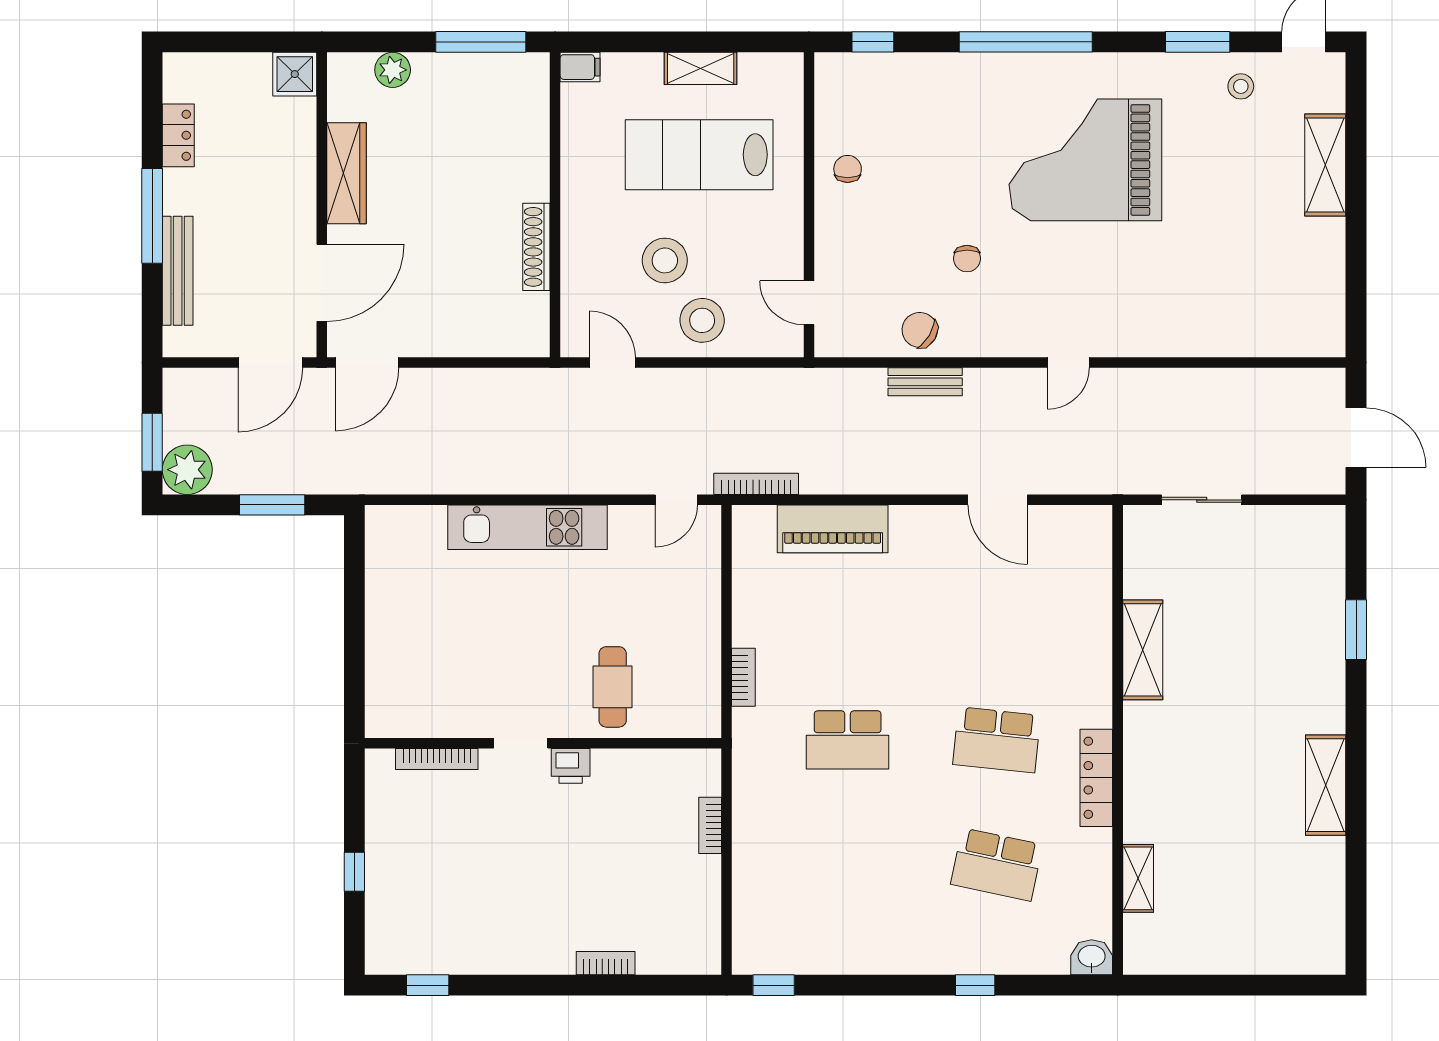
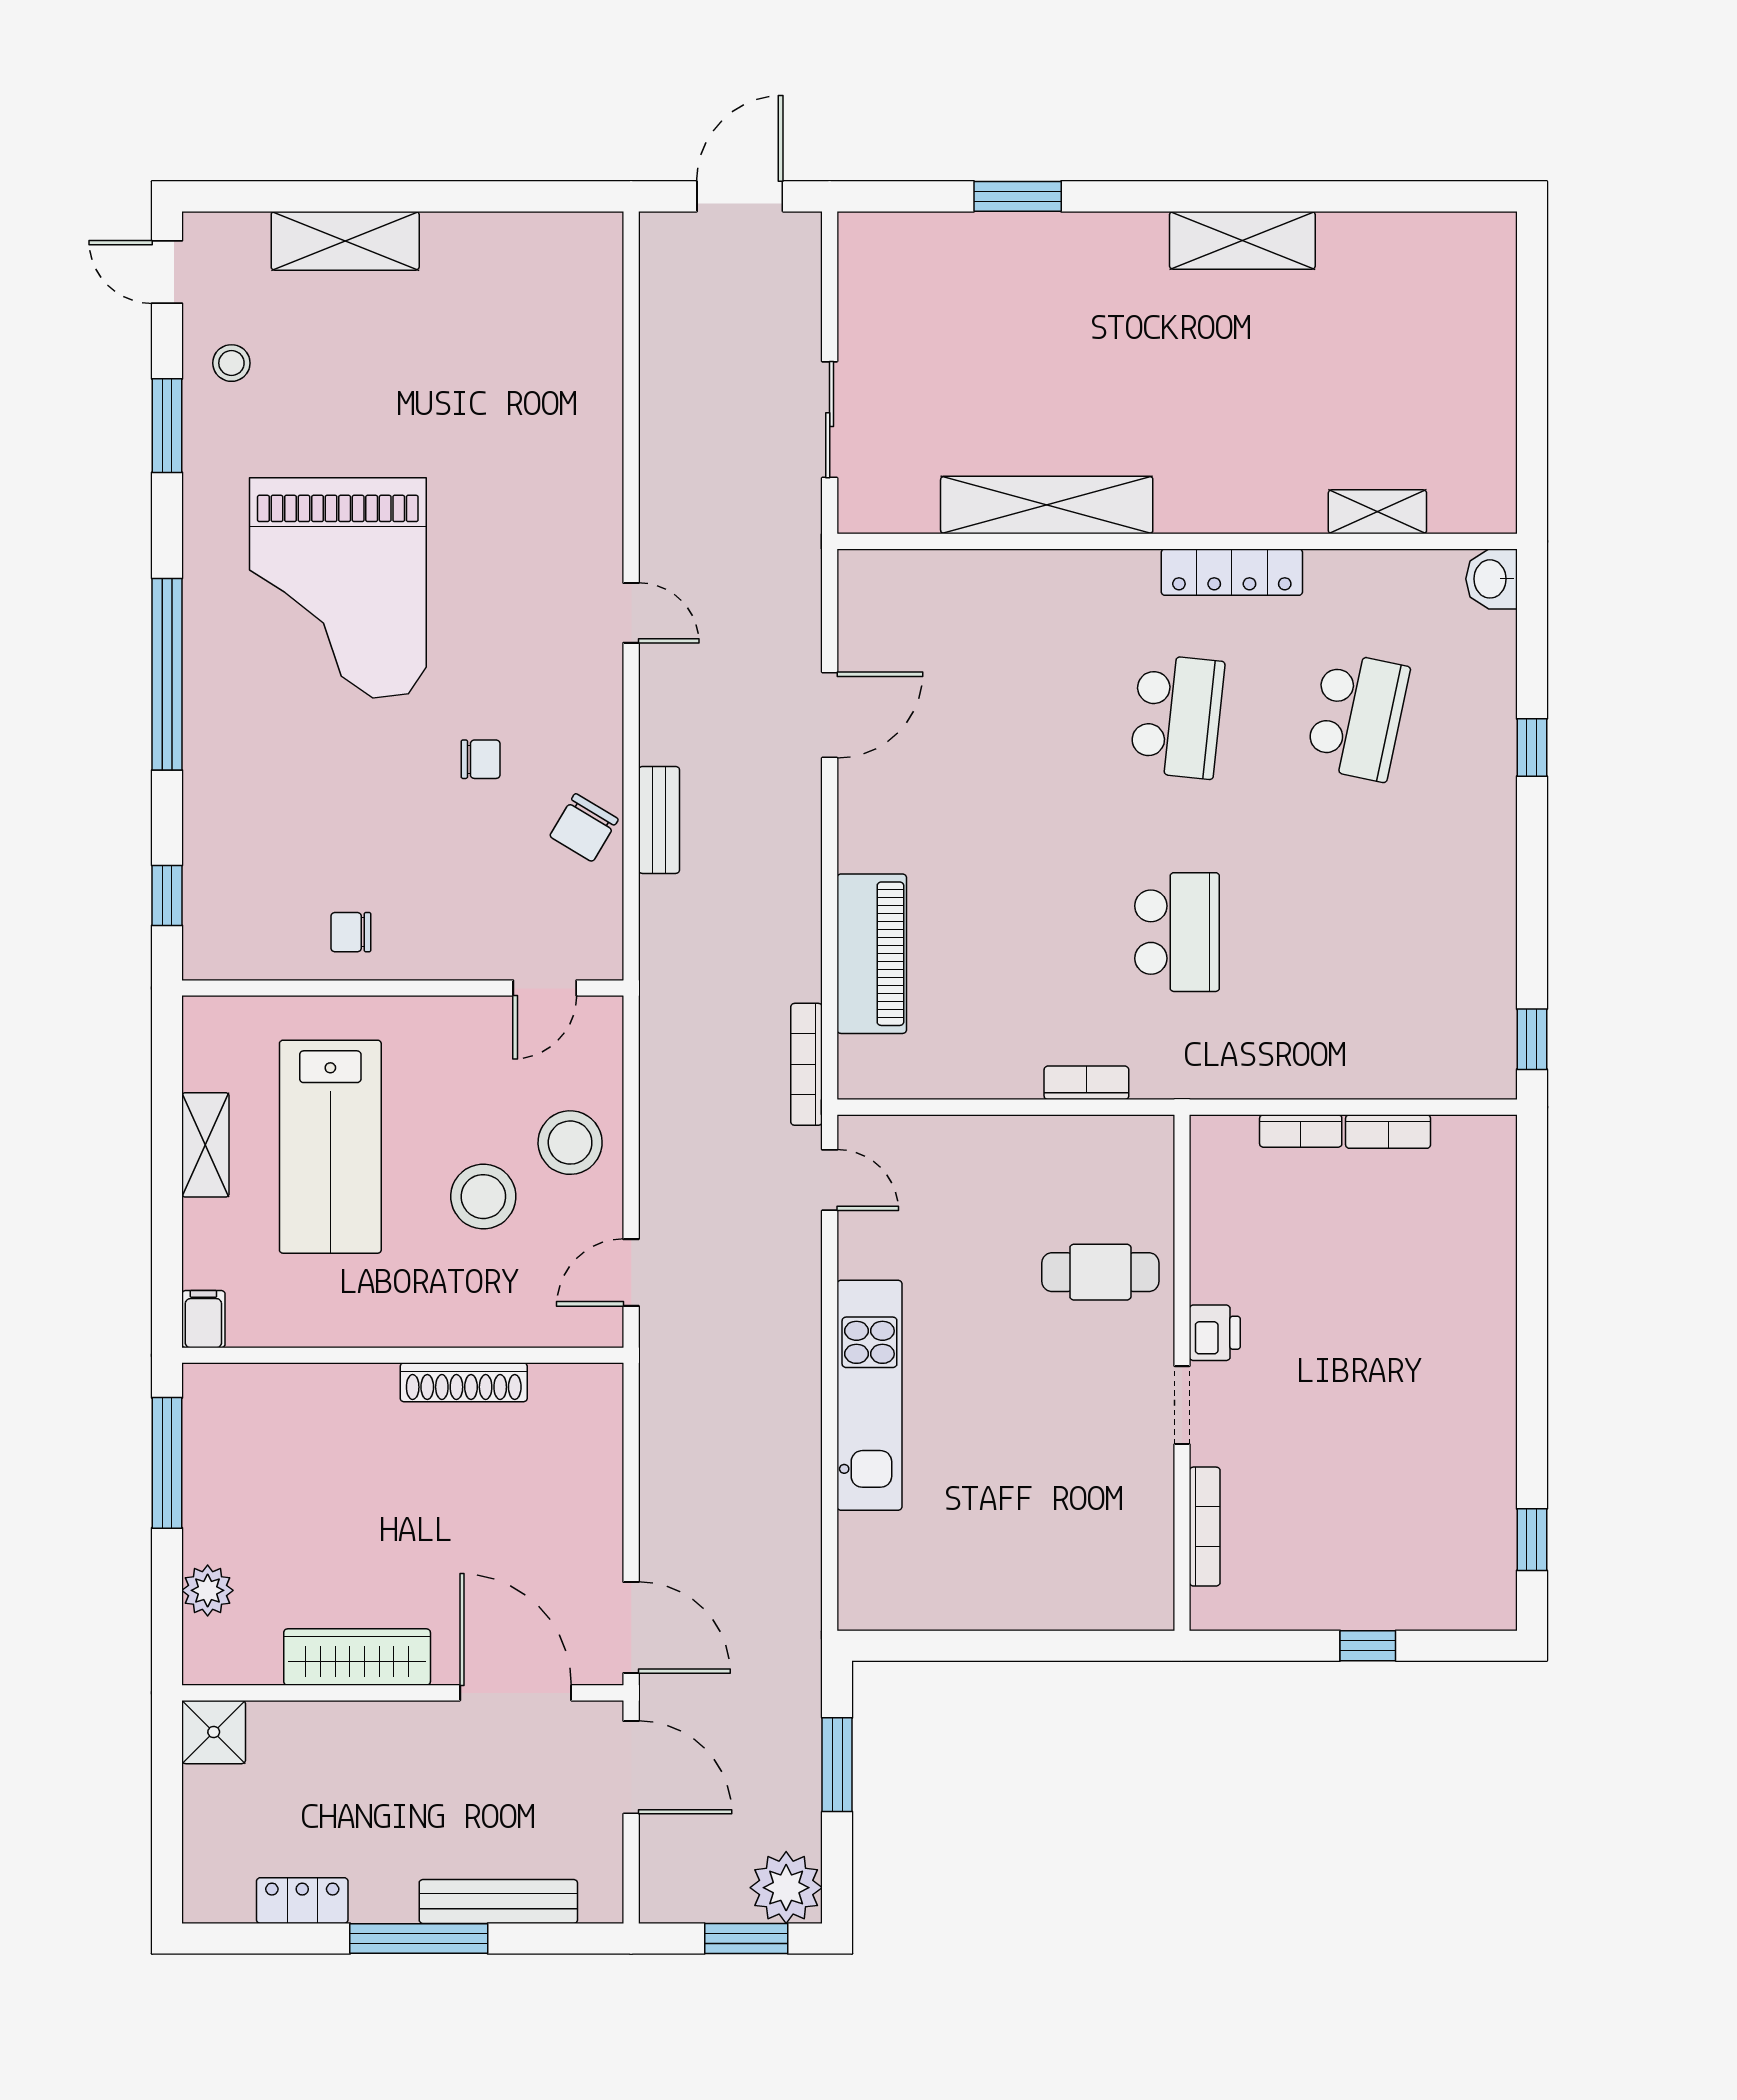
shelving: (1143, 650) -> (1047, 505), width x1.47
bookcase: (606, 963) -> (1388, 1132), moved, turned -90

